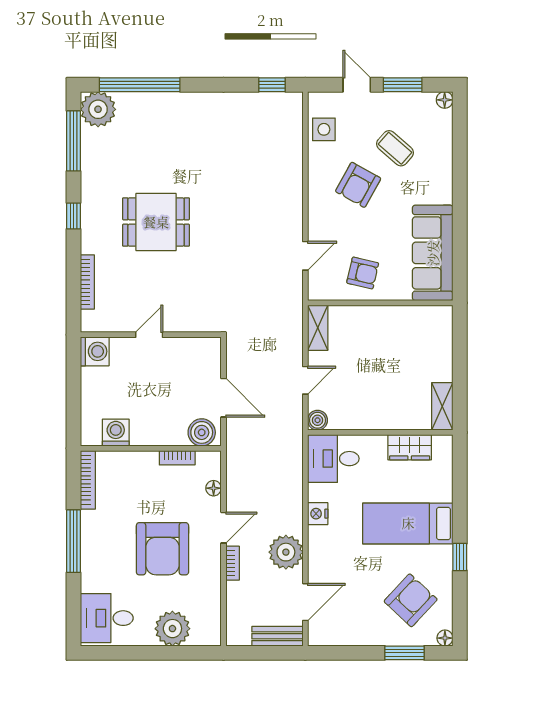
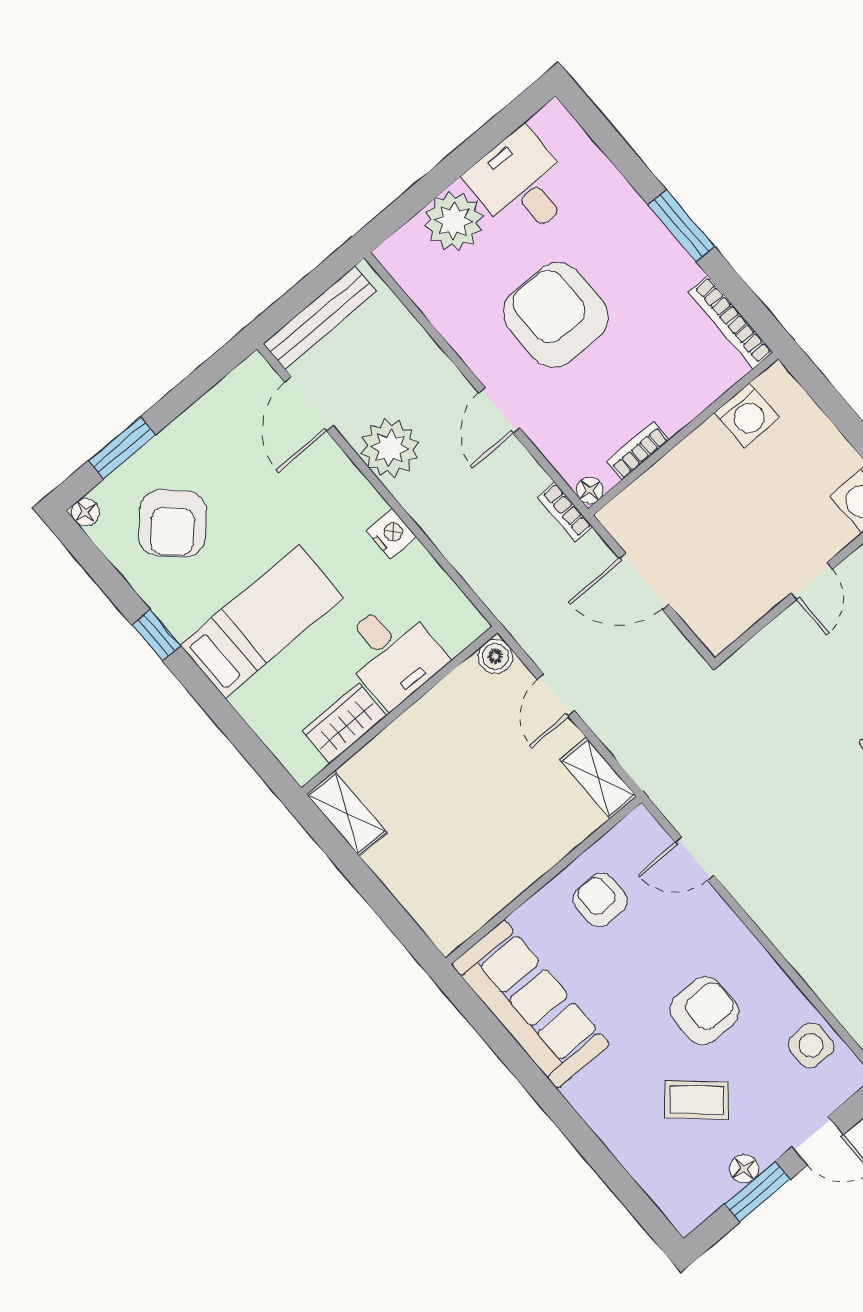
floor lamp: (445, 100) -> (744, 1169), moved
armchair: (358, 185) -> (704, 1011), turned 61
door: (305, 256) -> (695, 859), hinge flipped
armchair: (363, 273) -> (600, 900), turned 77
boiler: (202, 432) -> (634, 511), removed
desk: (333, 459) -> (392, 653), moved, turned 90
floor lamp: (214, 488) -> (590, 490), moved
window: (73, 541) -> (681, 226), width x0.69
bookcase: (233, 563) -> (565, 512), moved
desk: (107, 618) -> (521, 184), moved, turned -90
bench: (277, 636) -> (320, 318), width x1.36

